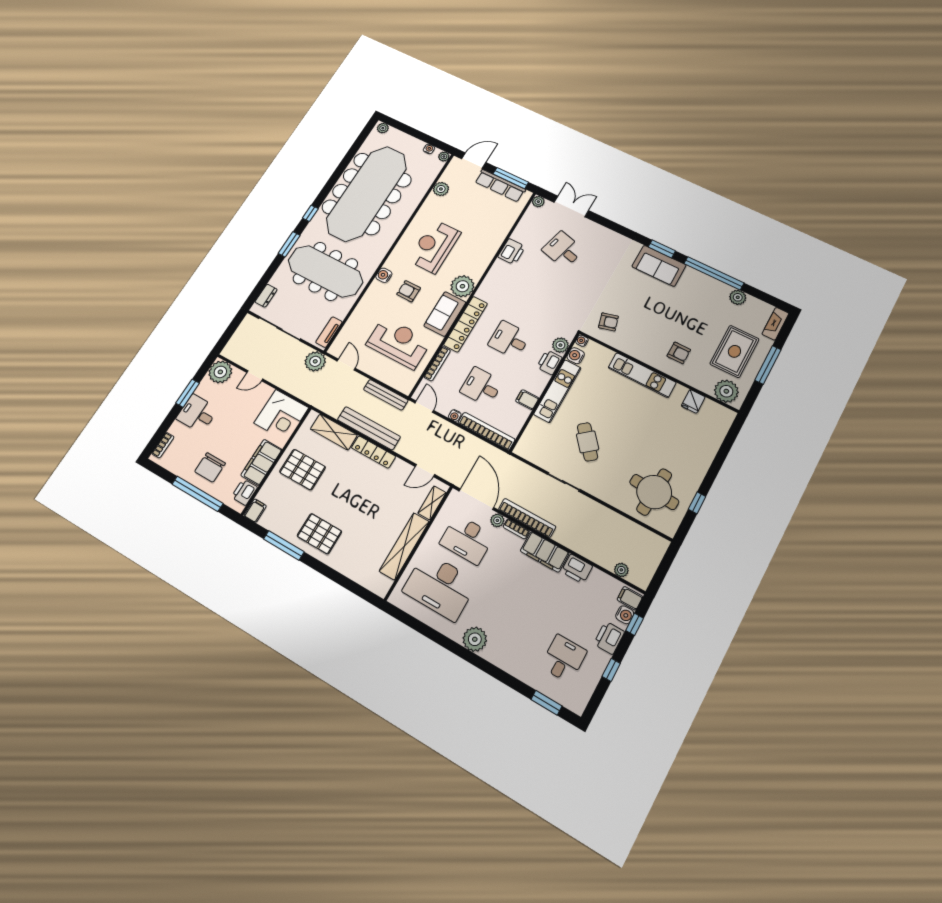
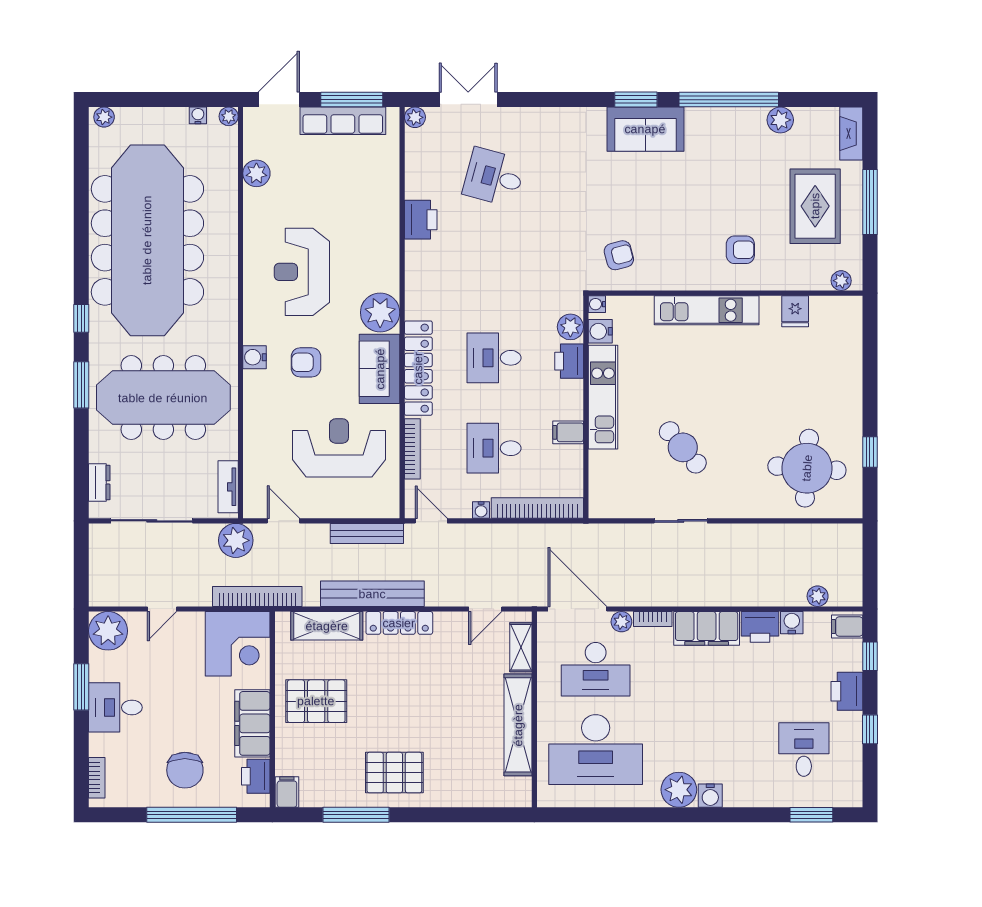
plant: (726, 391) -> (841, 281), width x0.53, depth x0.53
bookcase: (527, 518) -> (257, 596), moved
water cooler: (625, 615) -> (792, 623), moved, turned -90
water cooler: (491, 654) -> (710, 796), added

